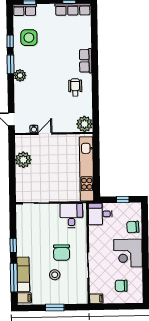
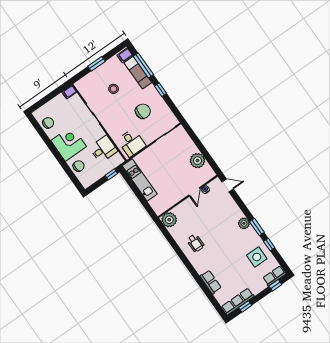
row of seats: (86, 61) -> (211, 282), moved
kitchen unit: (87, 169) -> (140, 180), width x0.73
window: (123, 199) -> (111, 174), moved
desk: (100, 214) -> (103, 149), moved
chair: (62, 253) -> (143, 111), moved, turned 90
chair: (121, 286) -> (48, 123), moved

